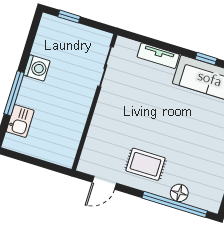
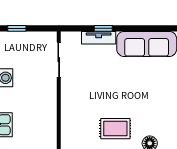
window: (206, 59) -> (103, 28), moved

